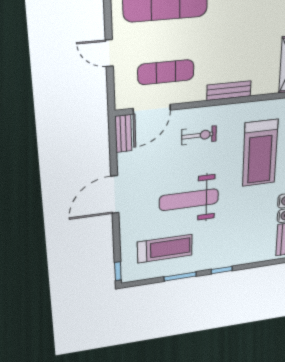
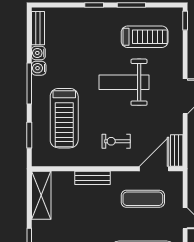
treadmill: (260, 153) -> (64, 118), turned 180
weight bench: (189, 200) -> (124, 82), turned 180
treadmill: (165, 249) -> (145, 37), turned 180

